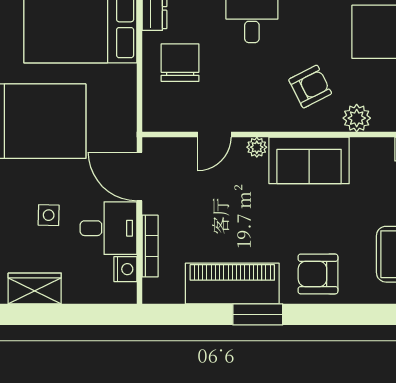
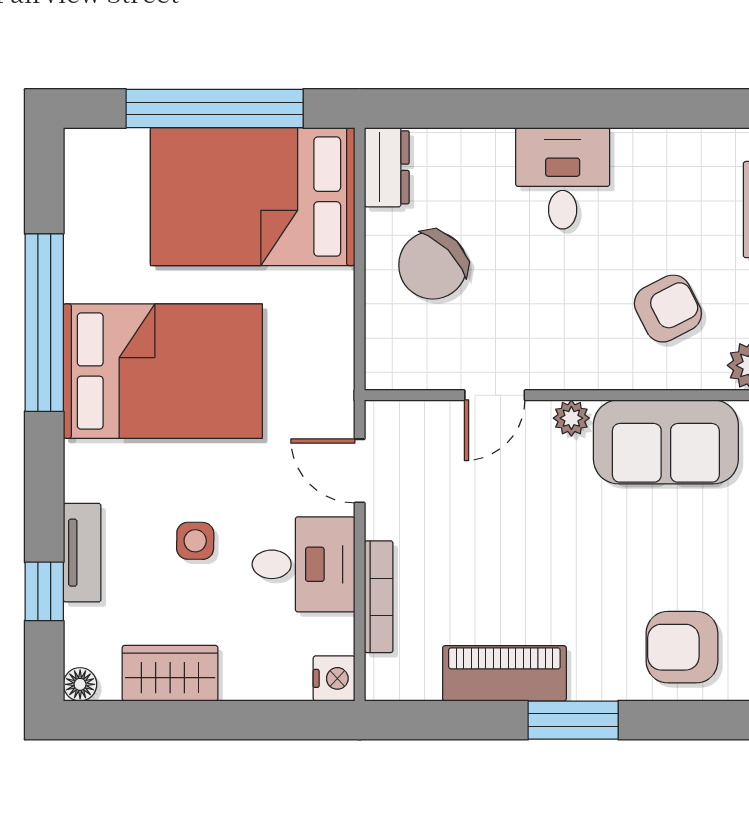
chair: (180, 63) -> (433, 265), turned -135
door: (140, 176) -> (360, 471), width x0.73
nightstand: (125, 269) -> (334, 678), moved
piano: (232, 283) -> (504, 673), width x0.73, depth x0.75

